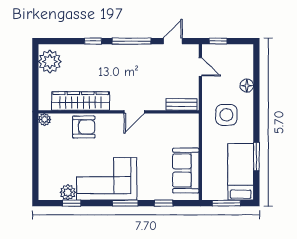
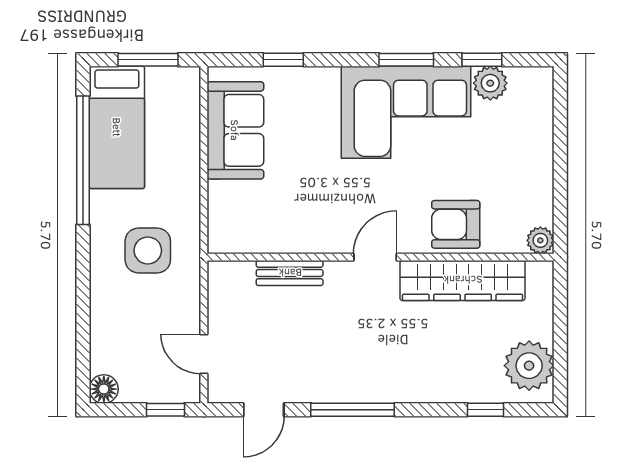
window: (93, 41) -> (485, 410), moved
floor lamp: (247, 86) -> (104, 389), moved
bench: (181, 104) -> (290, 273), moved
door: (134, 112) -> (375, 257), moved
window: (256, 157) -> (83, 160), width x2.11
window: (125, 203) -> (406, 60), moved

